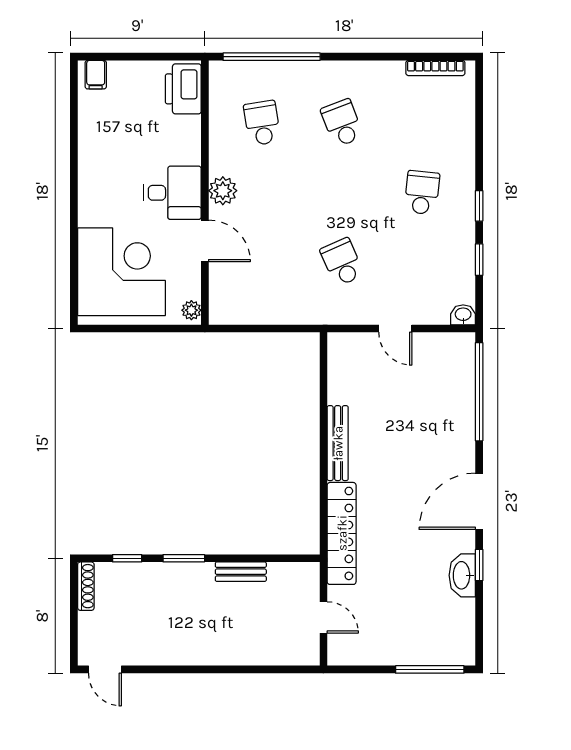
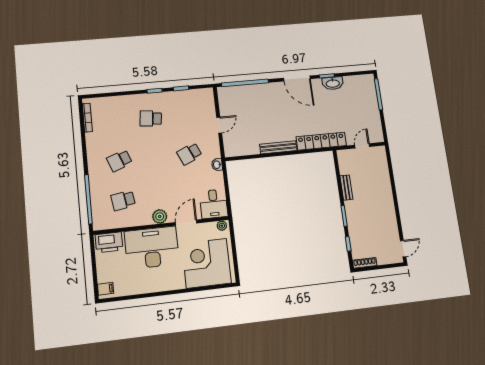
desk: (172, 193) -> (152, 248), width x1.87, depth x1.30
desk: (236, 299) -> (214, 204), added
washbasin: (463, 315) -> (217, 165), moved

